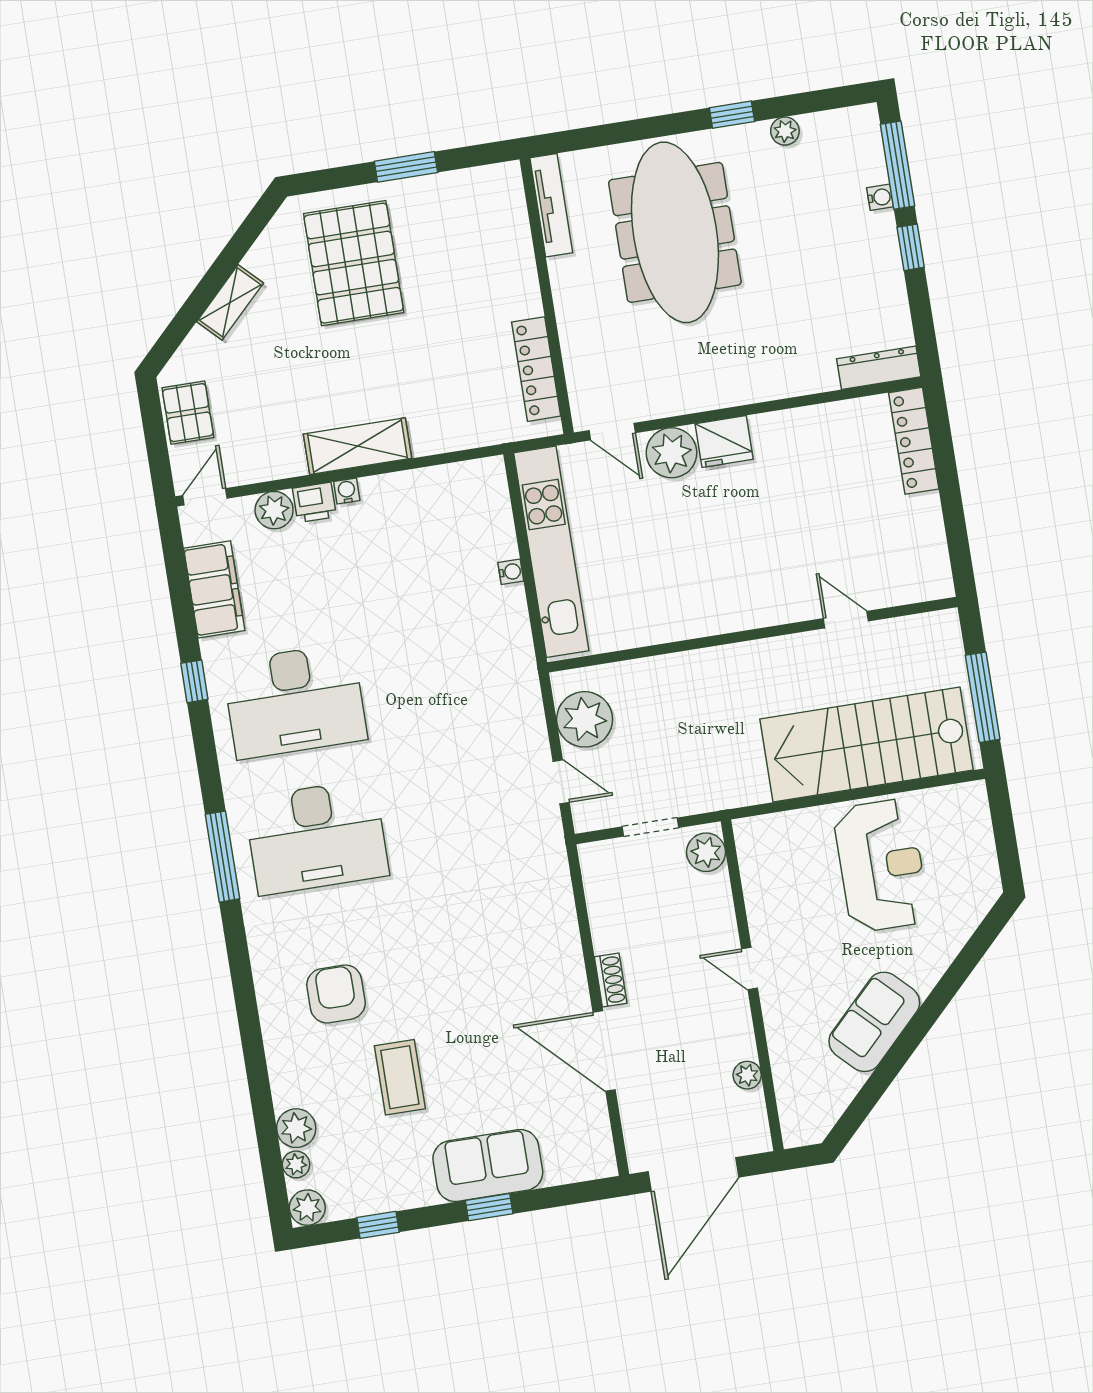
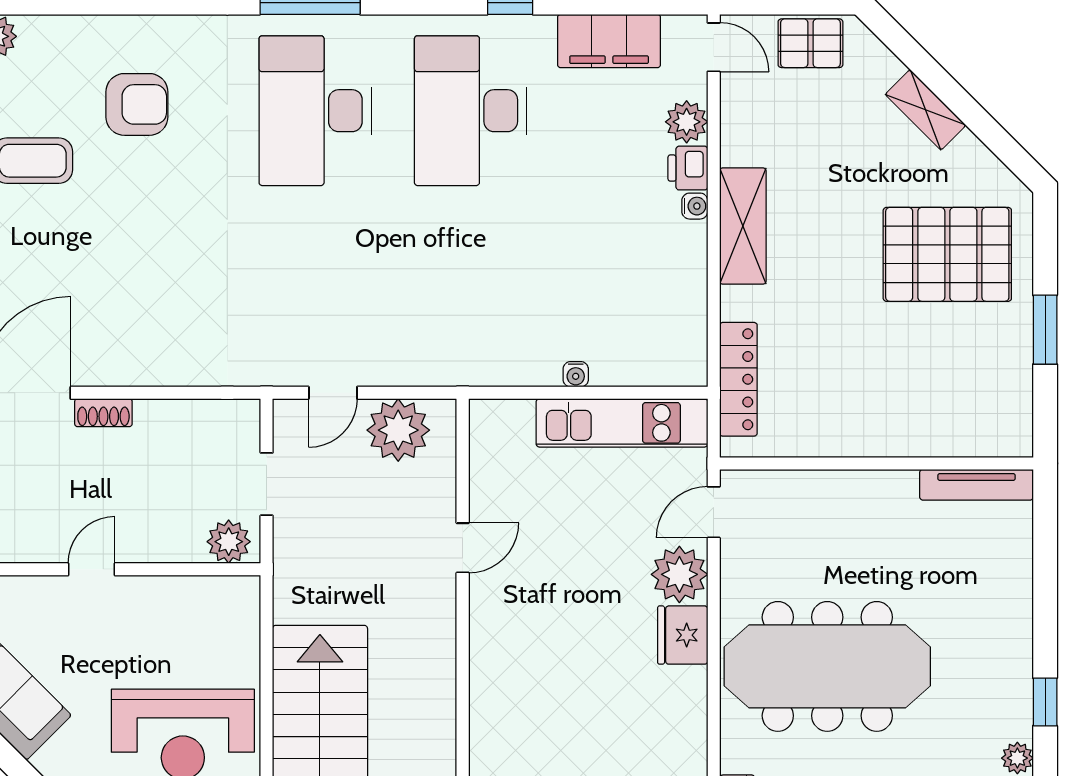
meeting table: (675, 232) -> (827, 666), moved
locker: (536, 369) -> (738, 379), moved, turned 90
kitchen unit: (551, 552) -> (622, 423), width x0.73
door: (846, 620) -> (463, 548), moved

